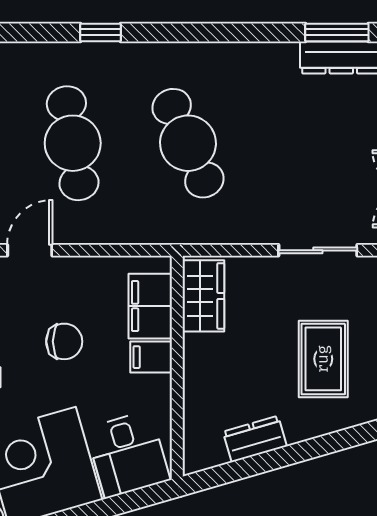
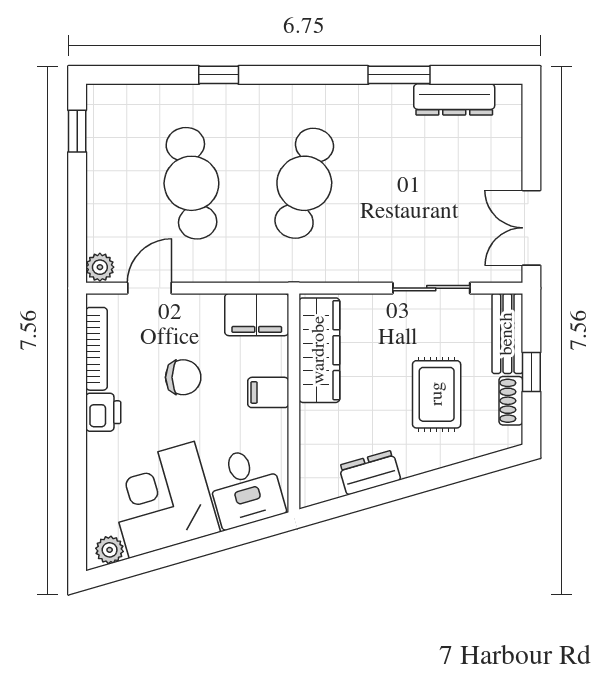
window: (337, 32) -> (399, 75), moved
cafe table: (188, 143) -> (304, 183), turned 39
wardrobe: (203, 296) -> (319, 350), width x1.50
filing cabinet: (150, 306) -> (257, 315), moved, turned -90

